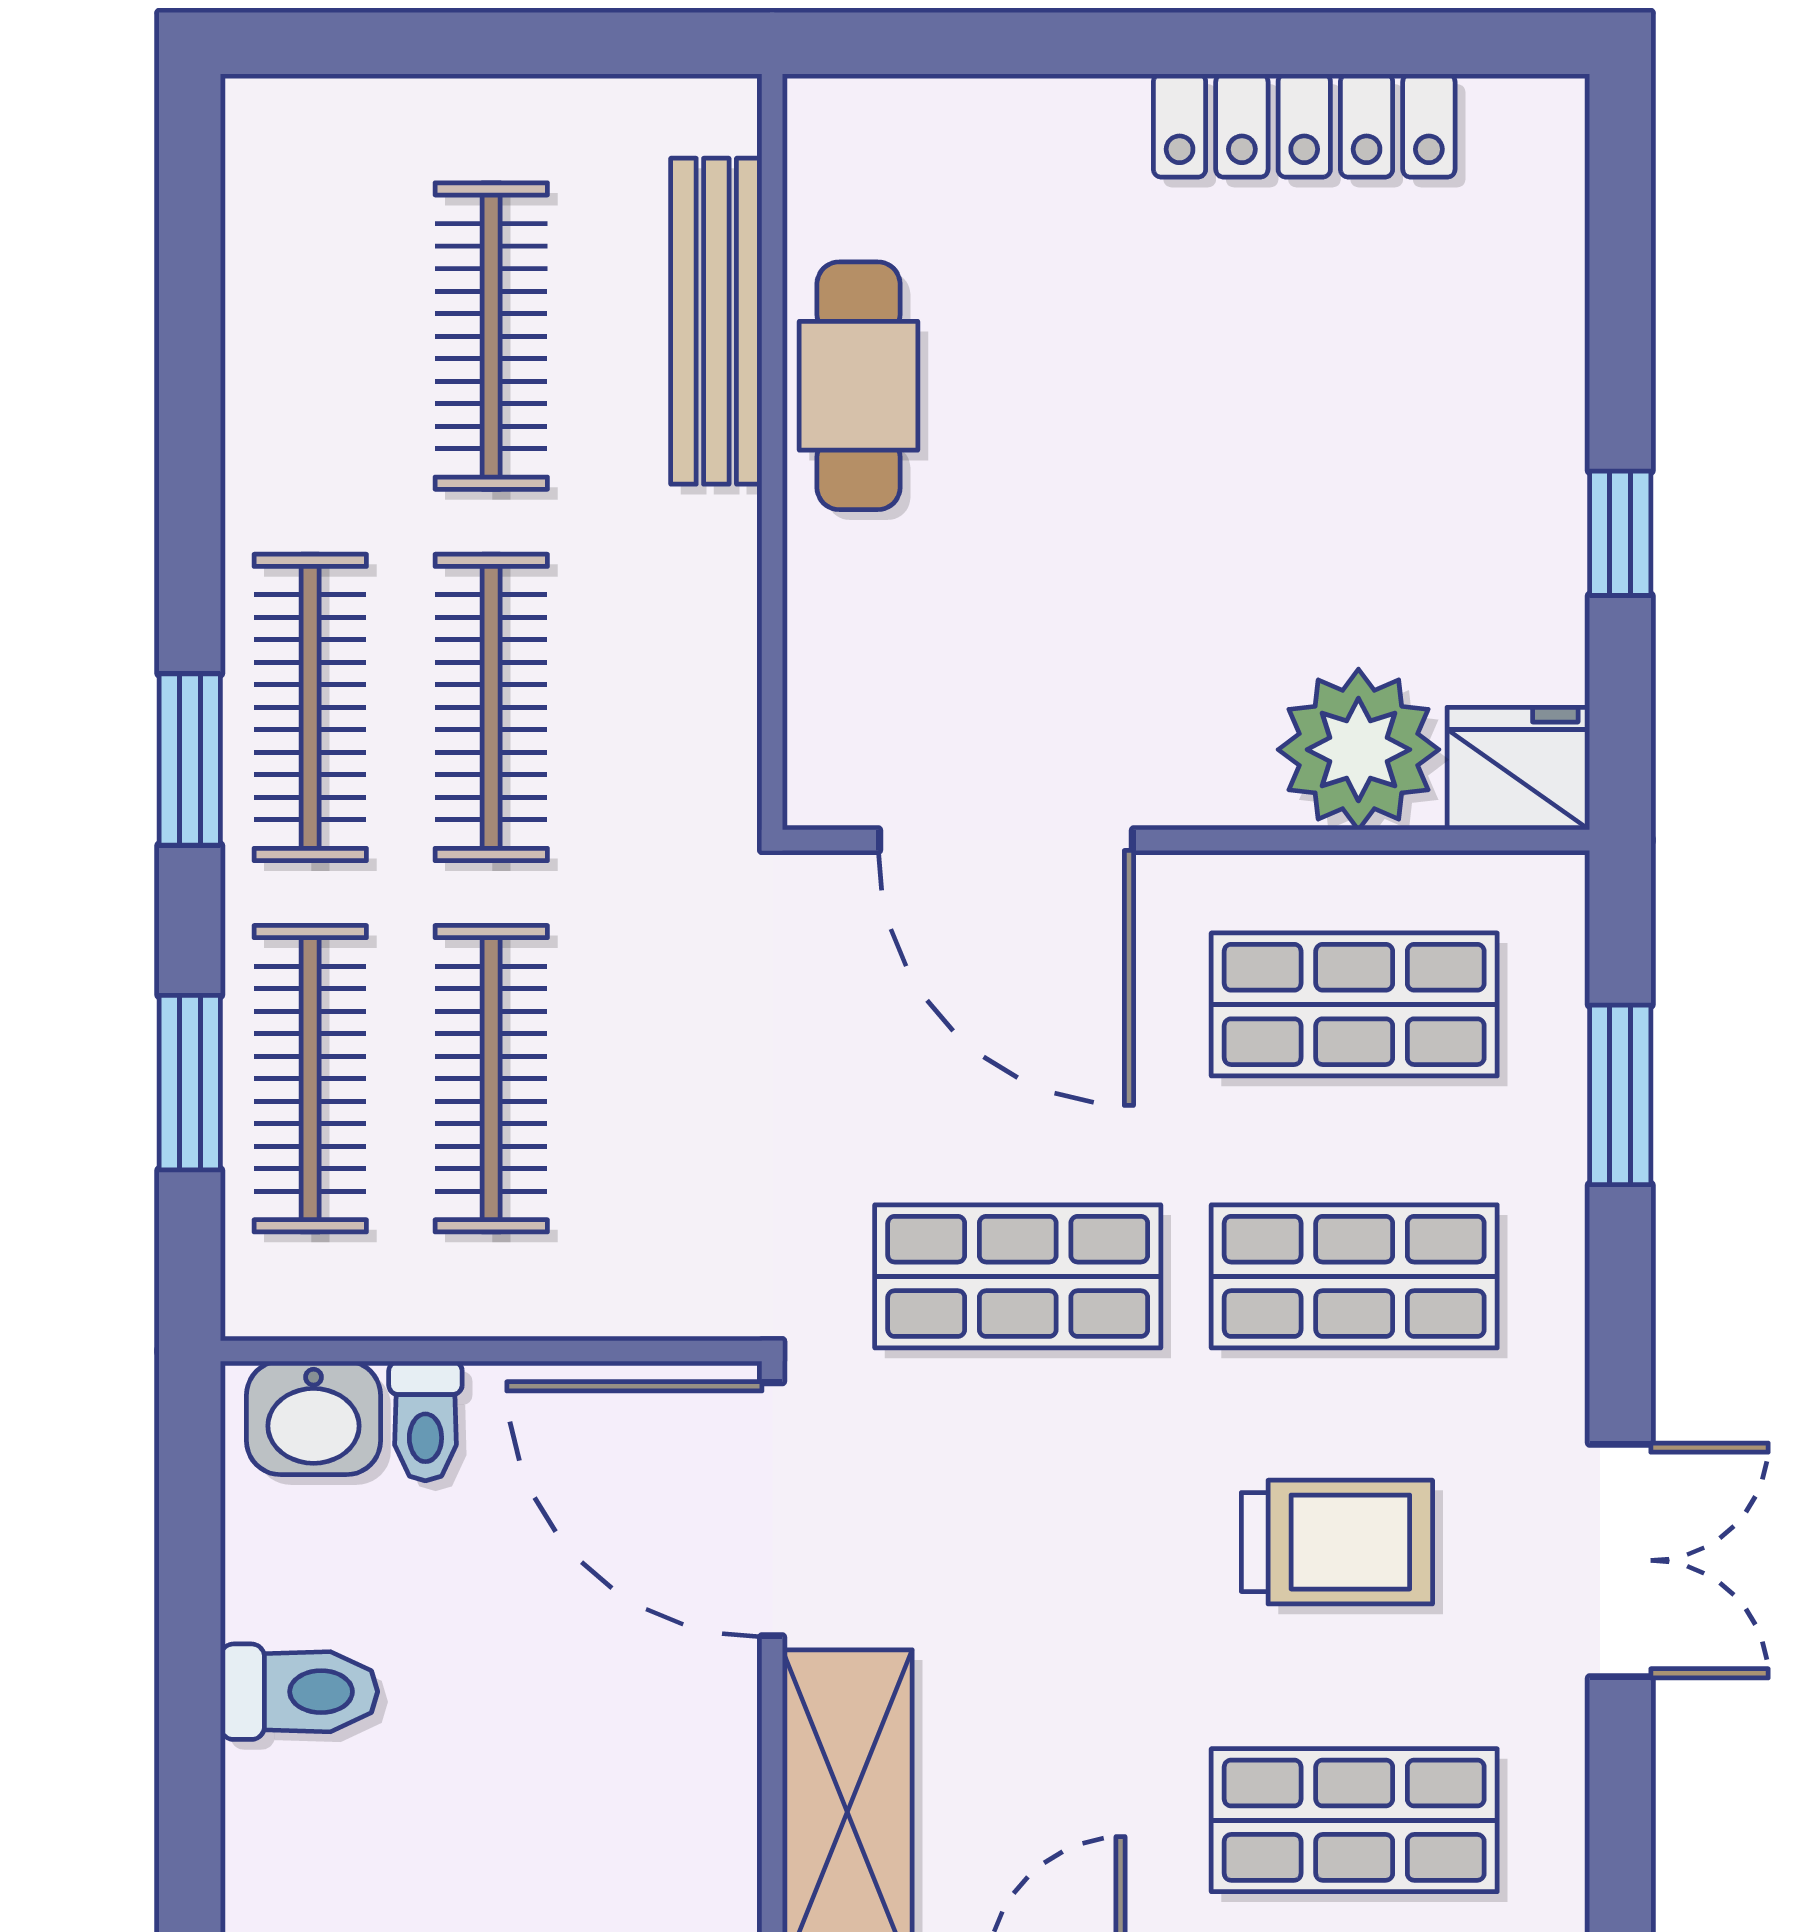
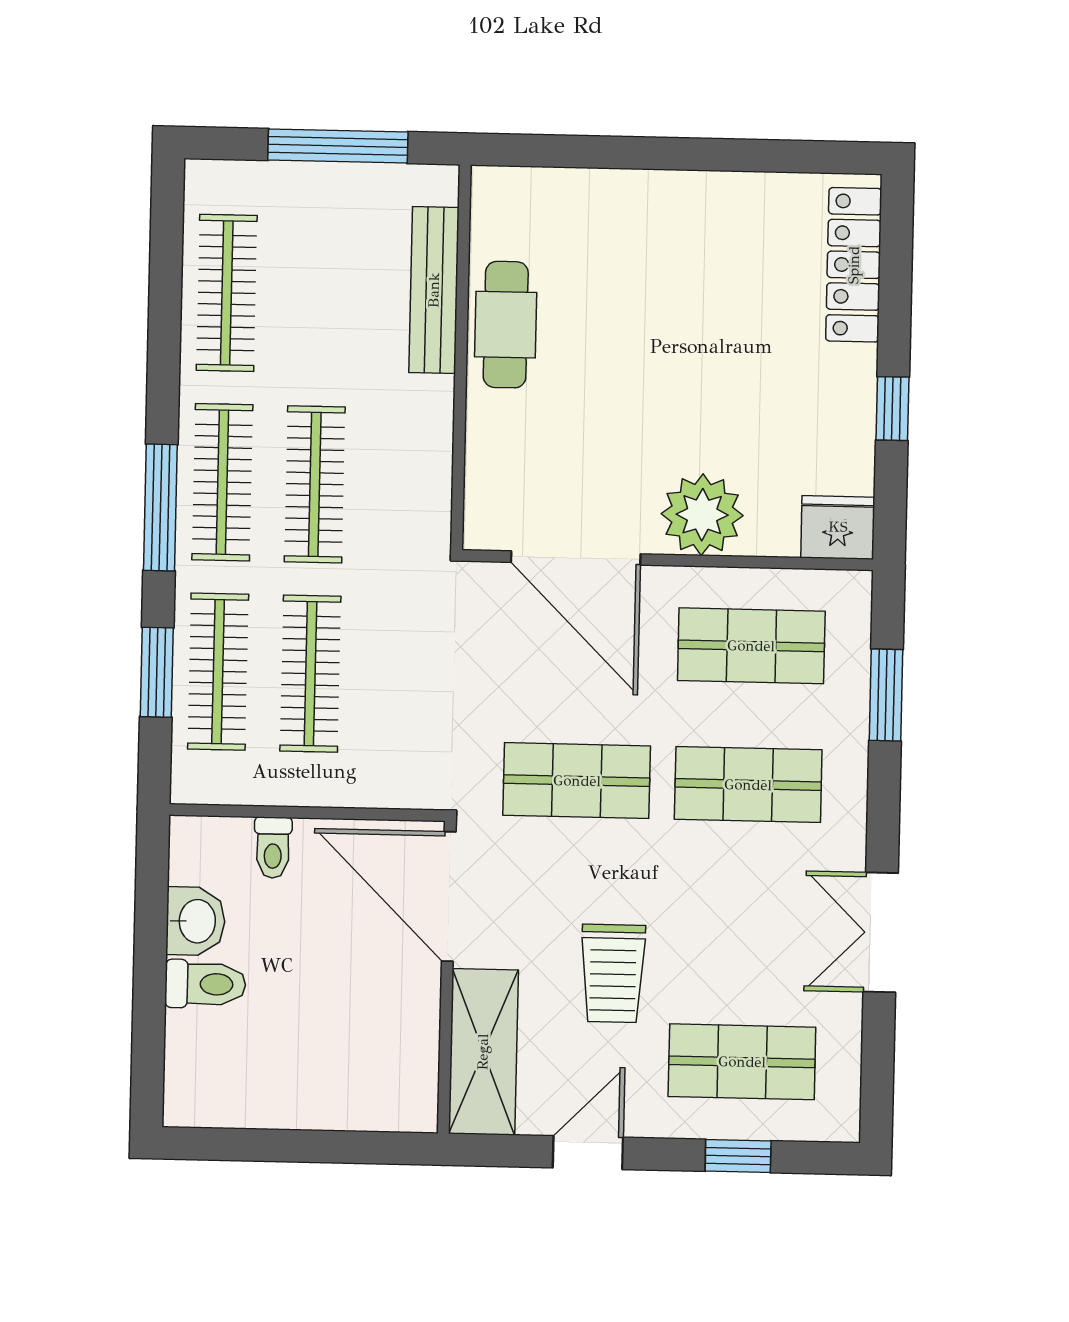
window: (522, 43) -> (338, 146), added
locker: (1304, 126) -> (854, 265), moved, turned 90
clothes rail: (491, 336) -> (227, 293), moved
plant: (1358, 750) -> (702, 515), moved
window: (190, 760) -> (160, 507), width x1.44
washbasin: (314, 1418) -> (196, 921), moved, turned -90
trolley: (1337, 1542) -> (613, 973), moved, turned 90
double door: (1620, 1560) -> (881, 932), swing flipped

